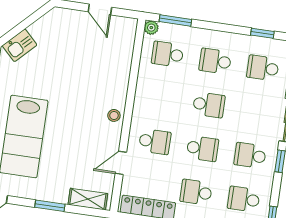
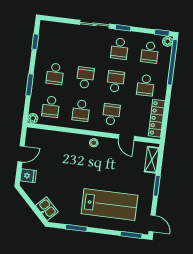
fridge: (68, 19) -> (28, 176), added
window: (175, 20) -> (30, 85), moved
school desk: (263, 68) -> (81, 111), moved

